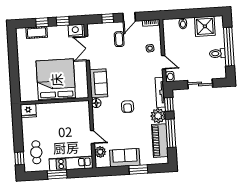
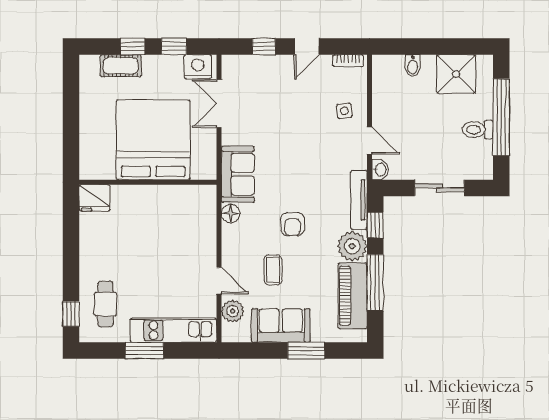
coffee table: (119, 39) -> (273, 270), moved
bed: (56, 80) -> (153, 140), moved
wall: (54, 101) -> (148, 182), moved
fridge: (28, 111) -> (94, 198), moved

